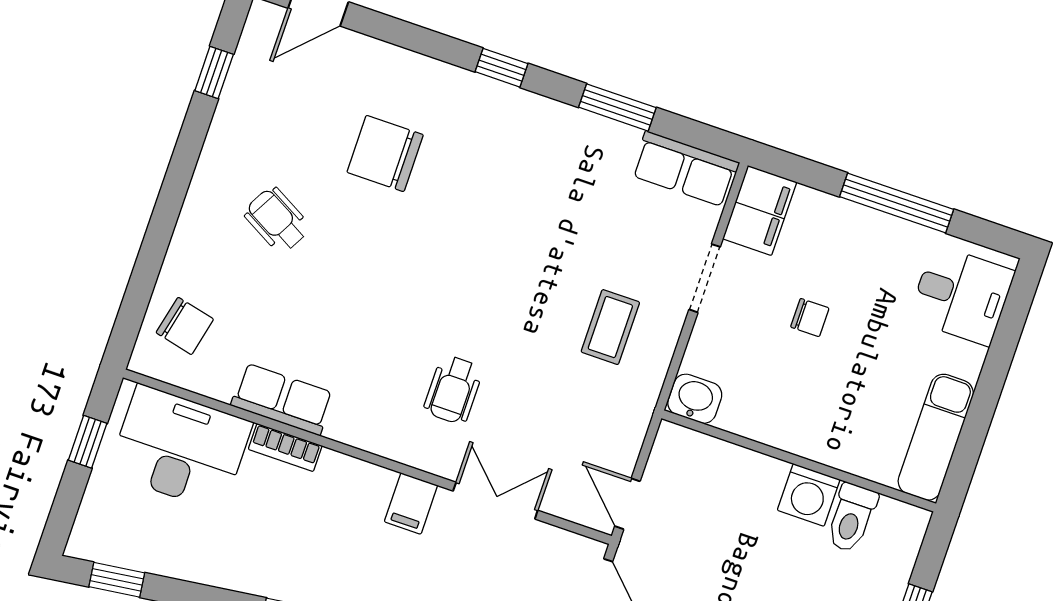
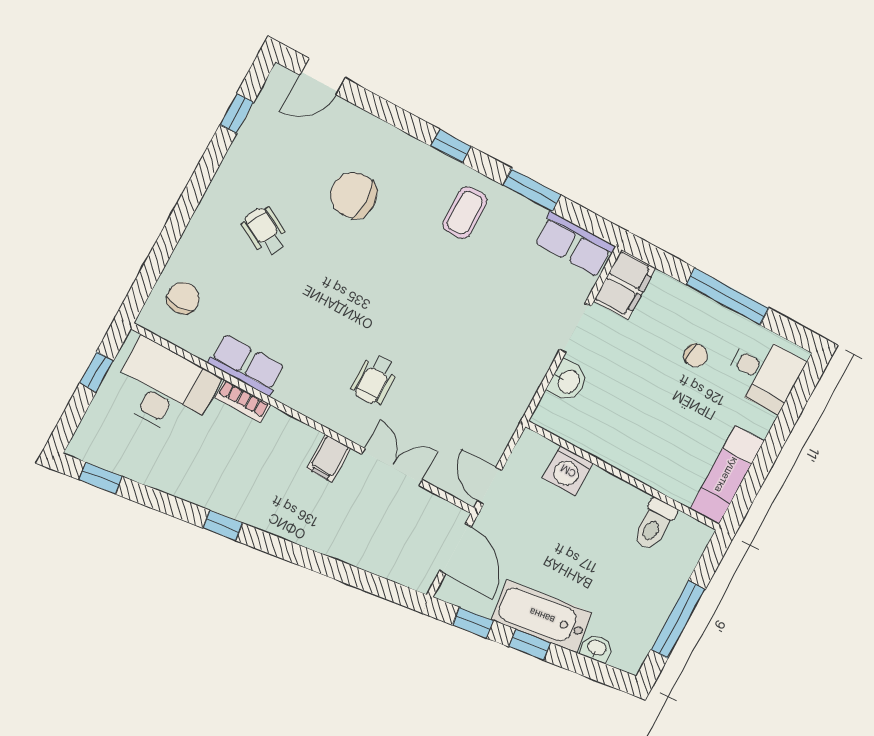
chair: (810, 318) -> (696, 355), moved
chair: (185, 326) -> (183, 298), turned -103
coffee table: (610, 327) -> (465, 213), moved
washbasin: (695, 399) -> (568, 381), moved, turned 90
washing machine: (809, 495) -> (568, 471), moved

